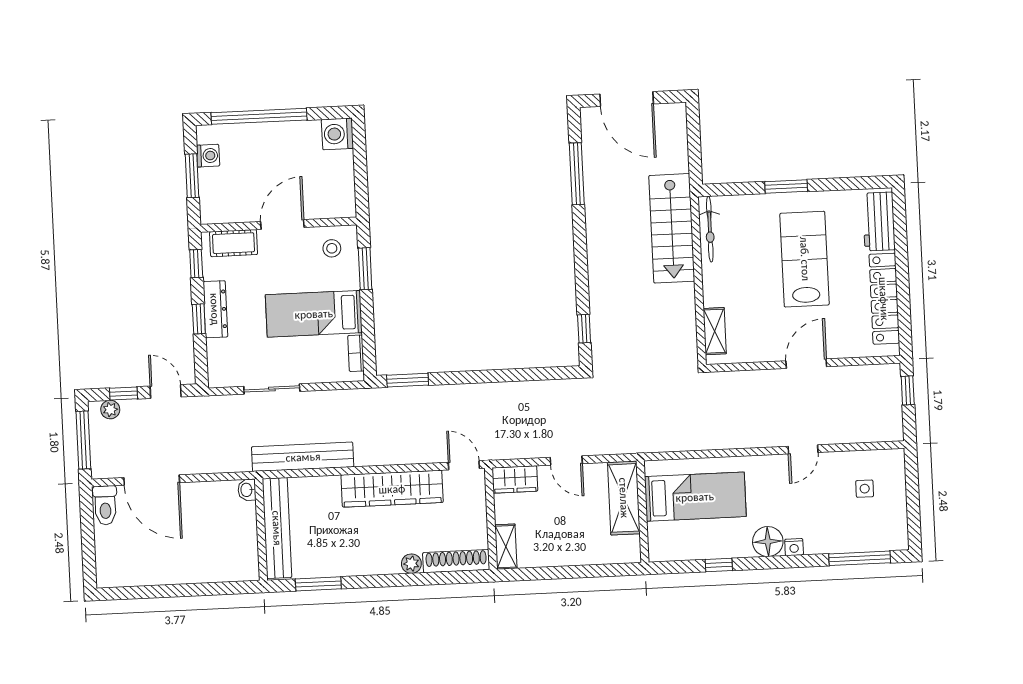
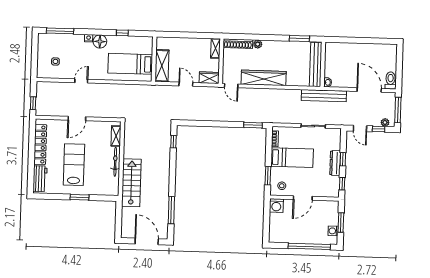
washing machine: (337, 134) -> (276, 206), moved, turned 90
bicycle: (710, 229) -> (115, 162), moved
cot: (234, 243) -> (325, 192), removed
lab bench: (805, 259) -> (74, 165), turned 180
bench: (303, 457) -> (324, 96), moved

